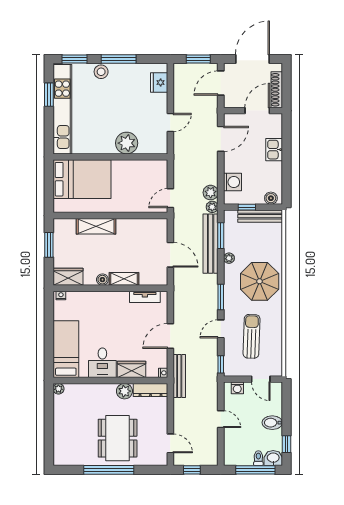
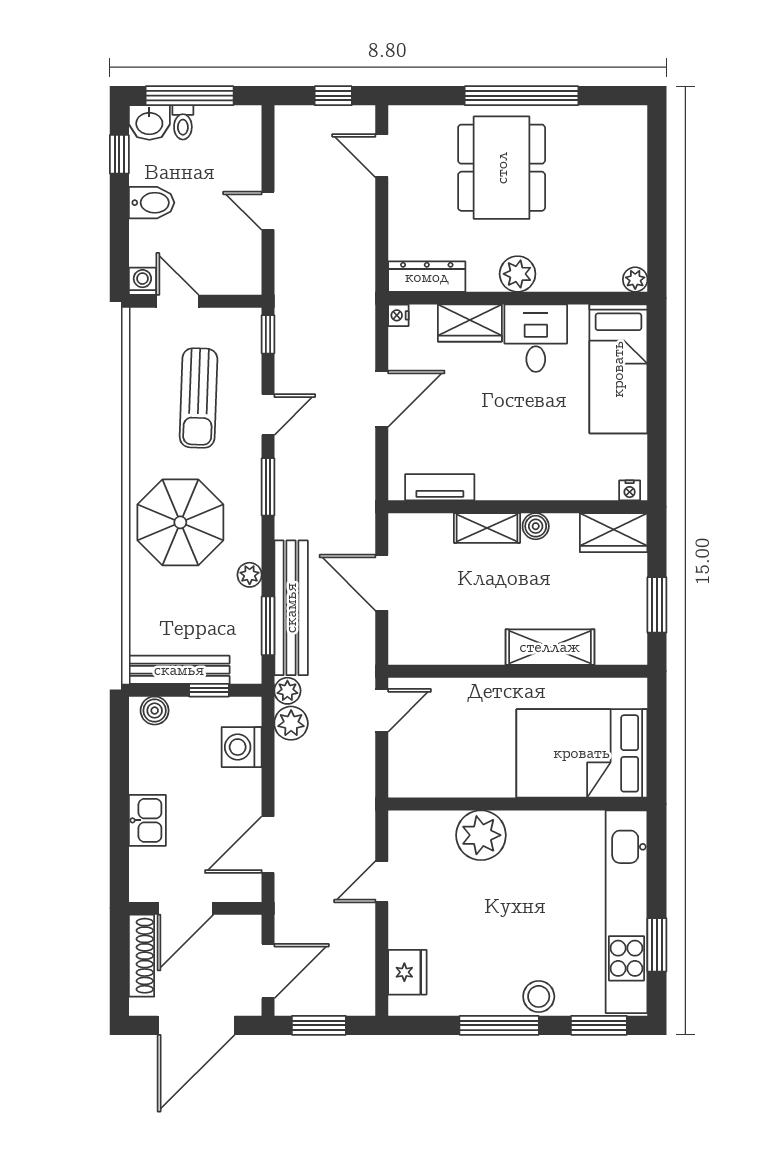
bench: (179, 376) -> (362, 308), removed
washing machine: (237, 388) -> (142, 281), moved
plant: (124, 391) -> (518, 274), moved

